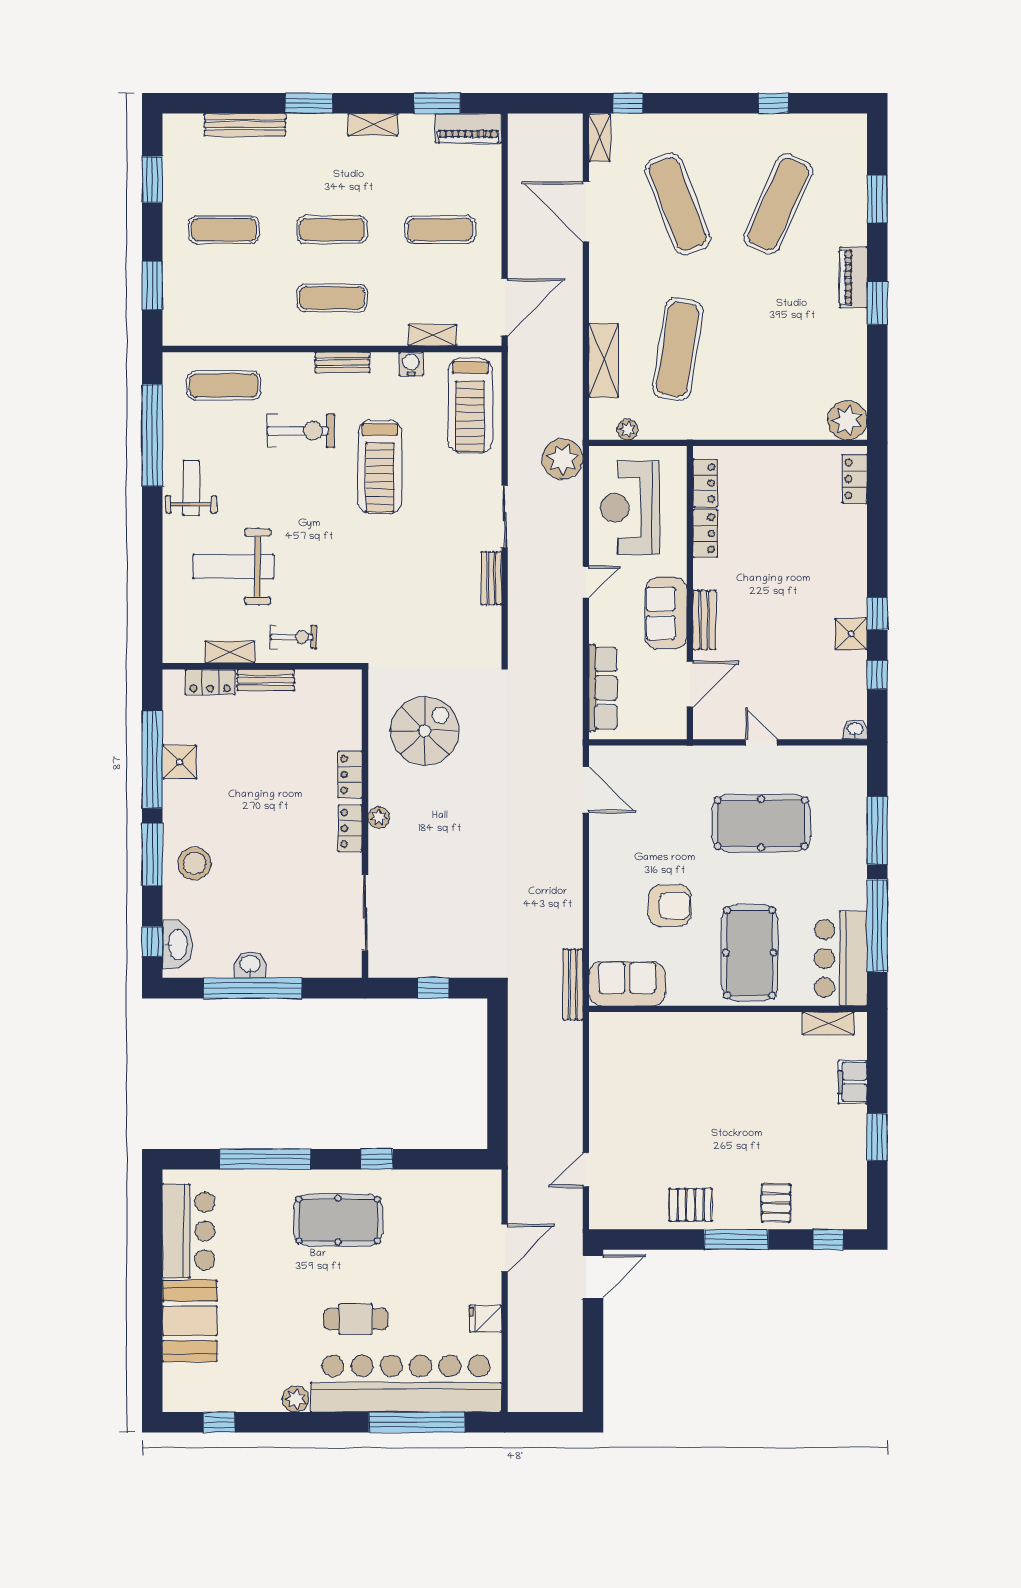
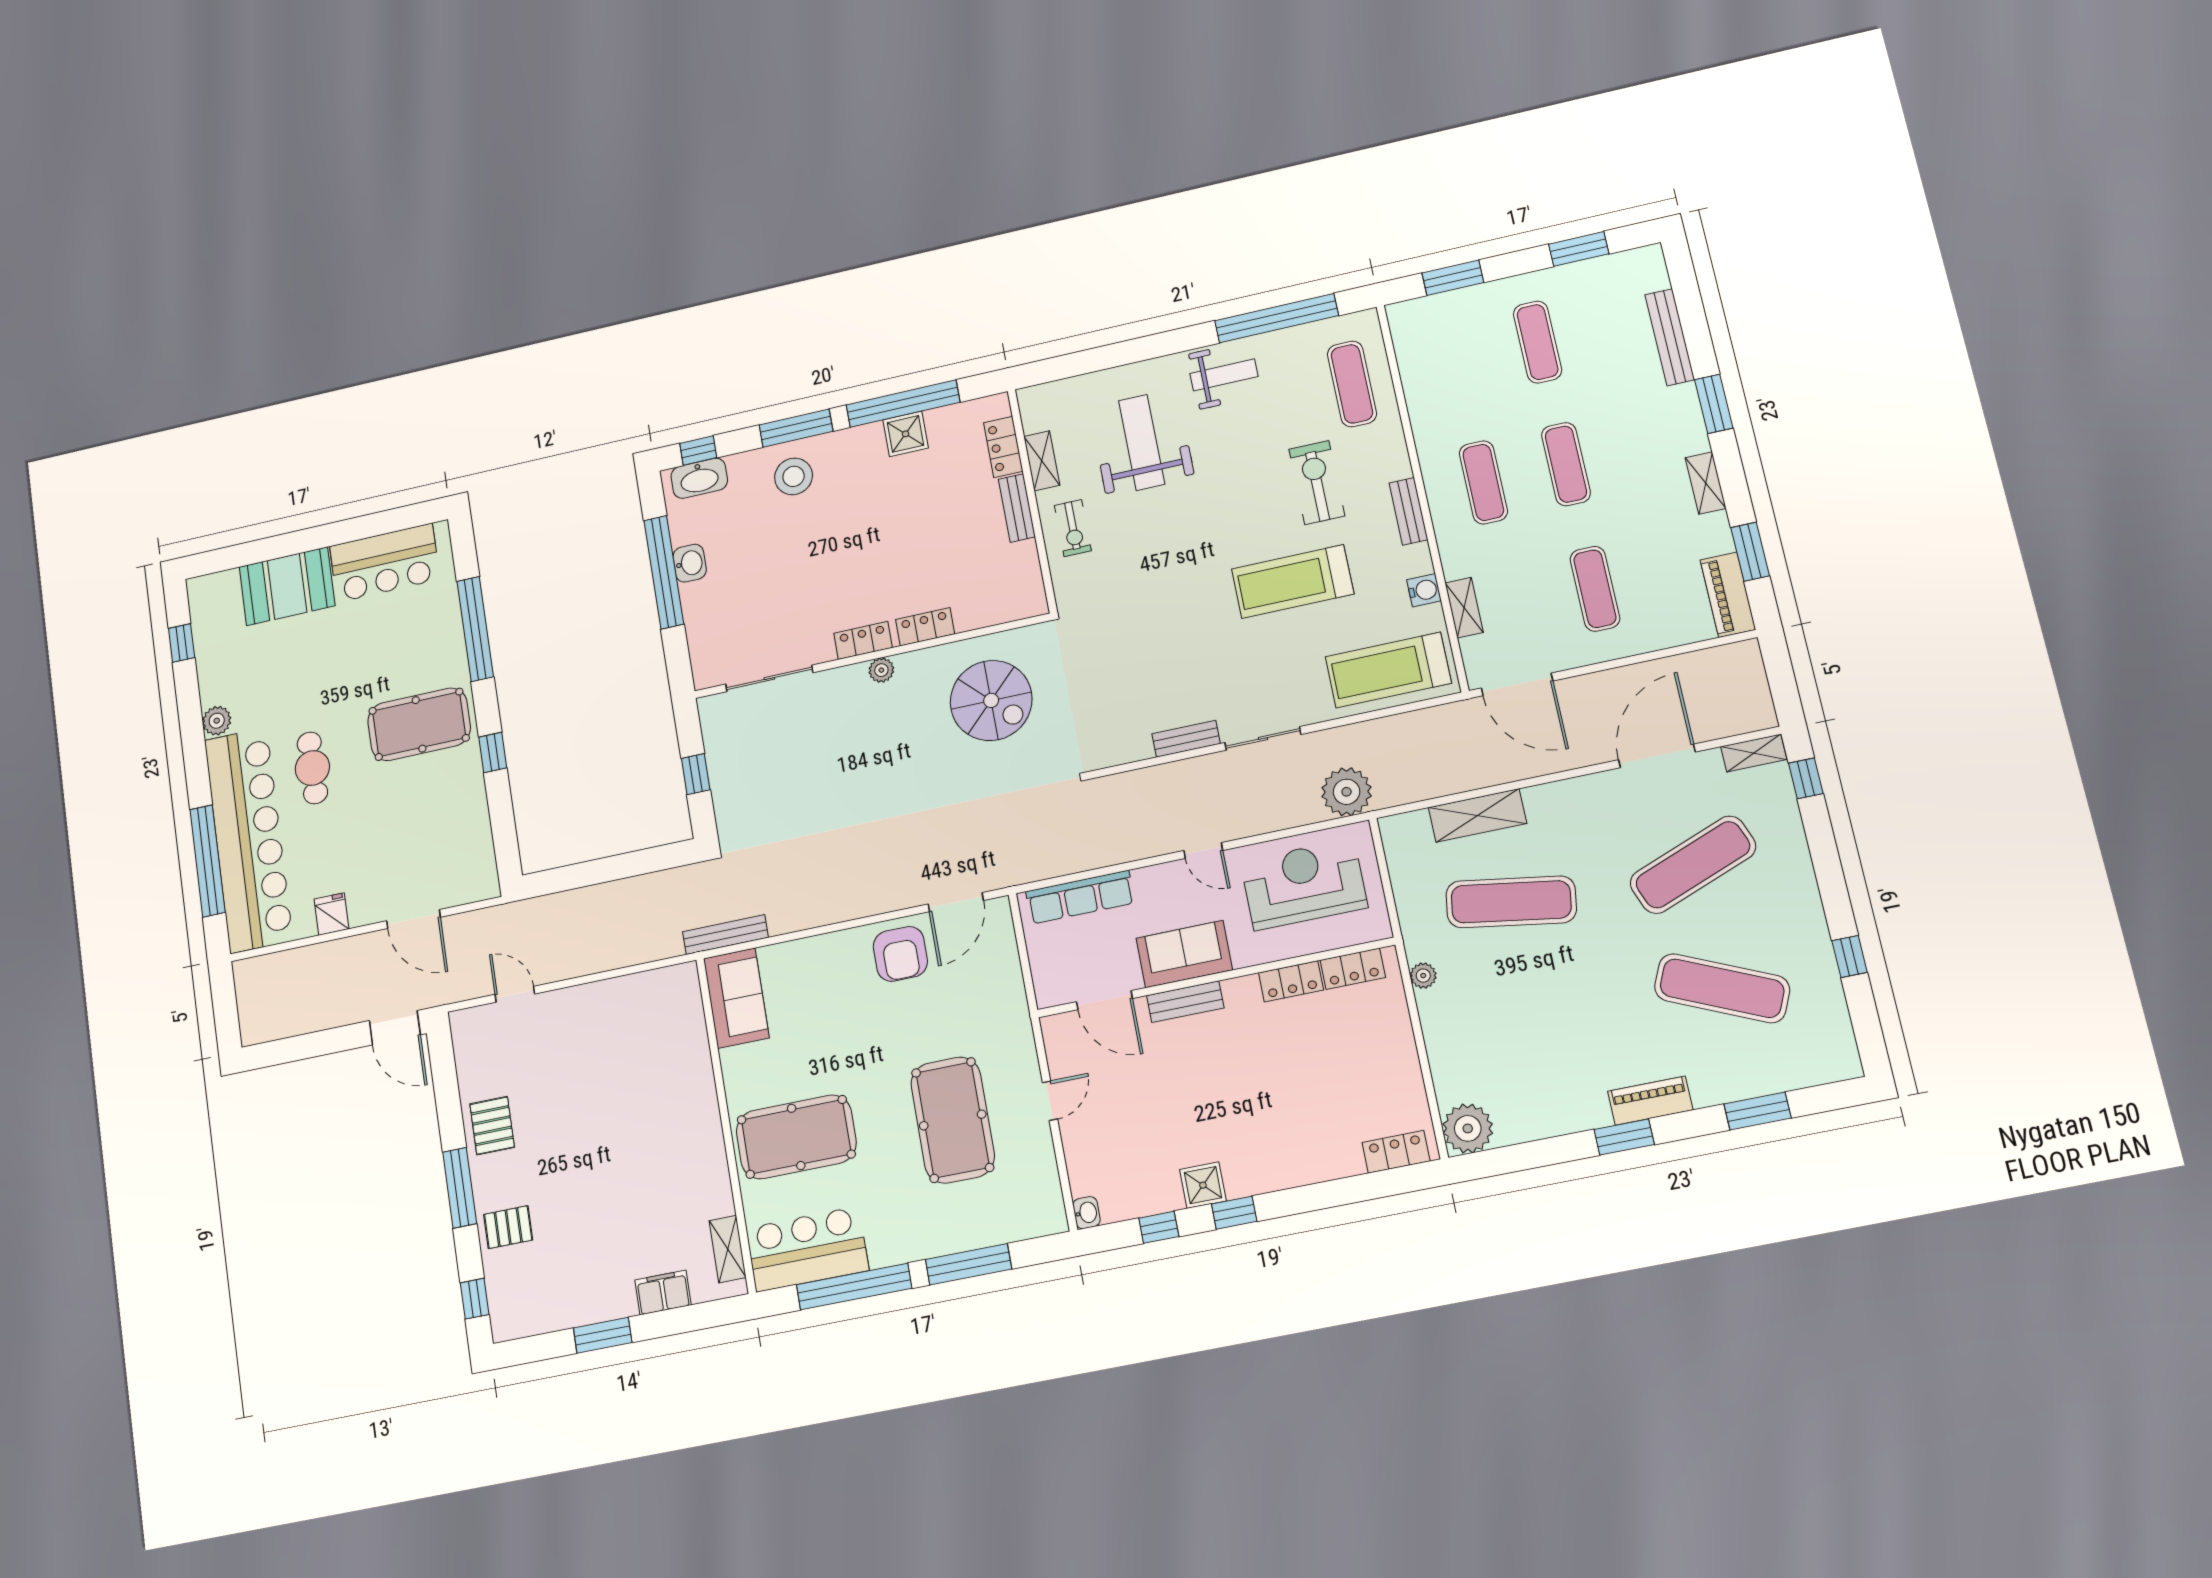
plant: (628, 429) -> (1423, 976), moved
exercise bike: (301, 431) -> (1317, 482), turned 180
armchair: (670, 906) -> (900, 954), moved
pool table: (338, 1220) -> (419, 724), turned 90

